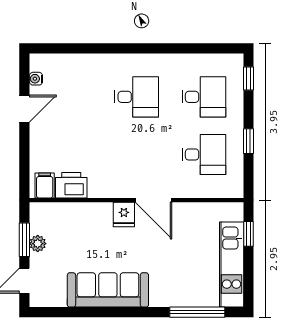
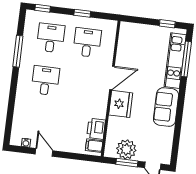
window: (177, 48) -> (18, 51), added
fridge: (124, 214) -> (121, 104), width x1.88, depth x1.34
window: (249, 234) -> (167, 24), moved
plant: (38, 244) -> (126, 149), width x1.87, depth x1.87
kitchen unit: (232, 264) -> (175, 61), moved, turned 90
sofa: (108, 290) -> (166, 107), width x0.73

